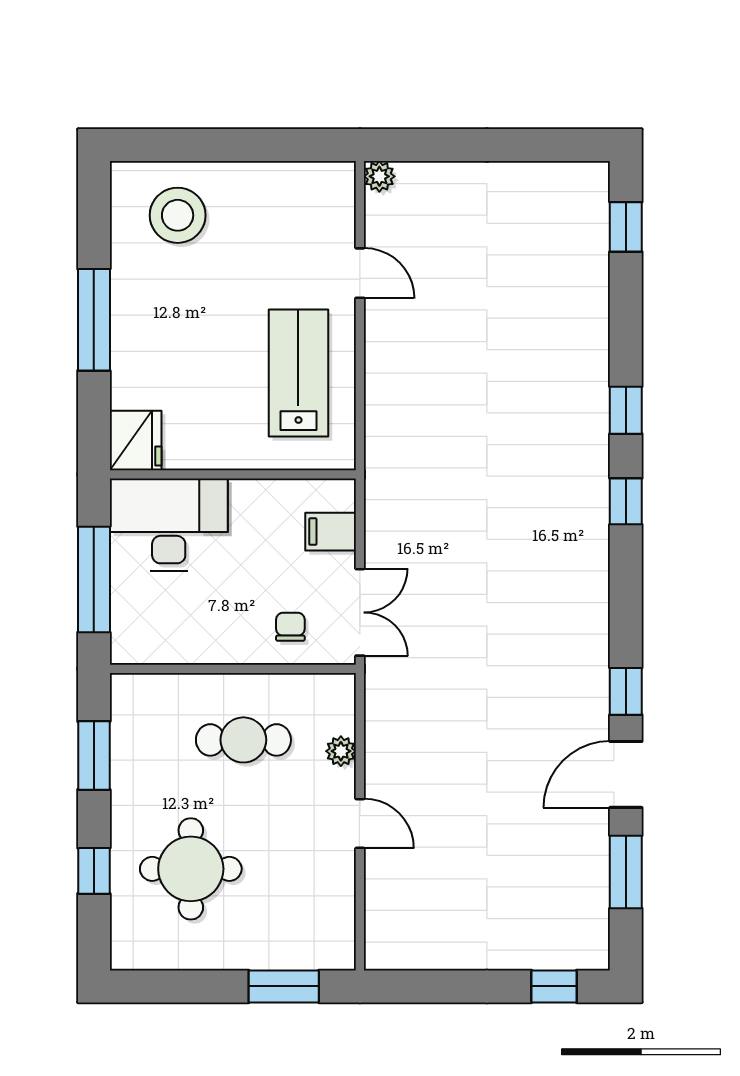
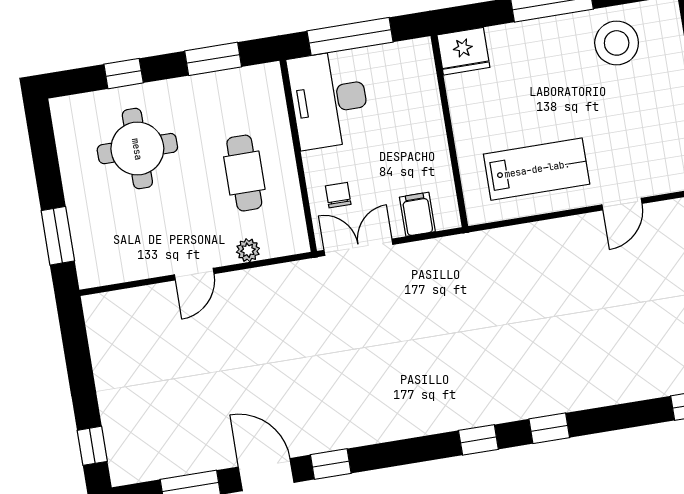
stool: (178, 215) -> (617, 43), moved
desk: (169, 525) -> (329, 100), moved, turned 180
double door: (360, 612) -> (358, 247), swing flipped
chair: (290, 627) -> (338, 195), turned -90

